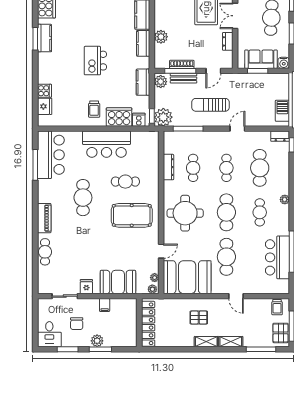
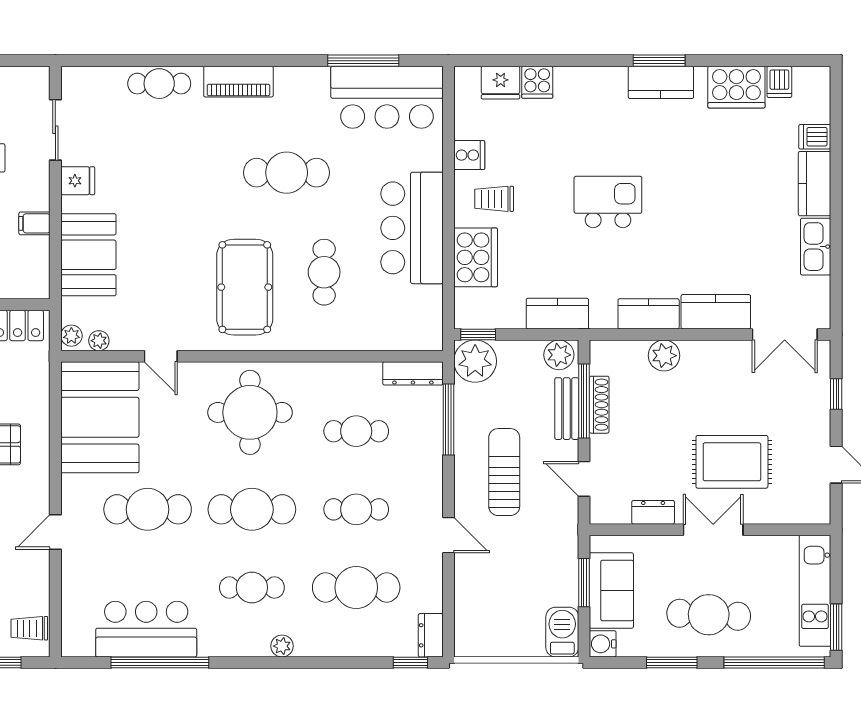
barbecue: (282, 111) -> (562, 632), moved, turned -90
cooker: (139, 120) -> (469, 155), moved
dresser: (168, 167) -> (413, 373), moved

